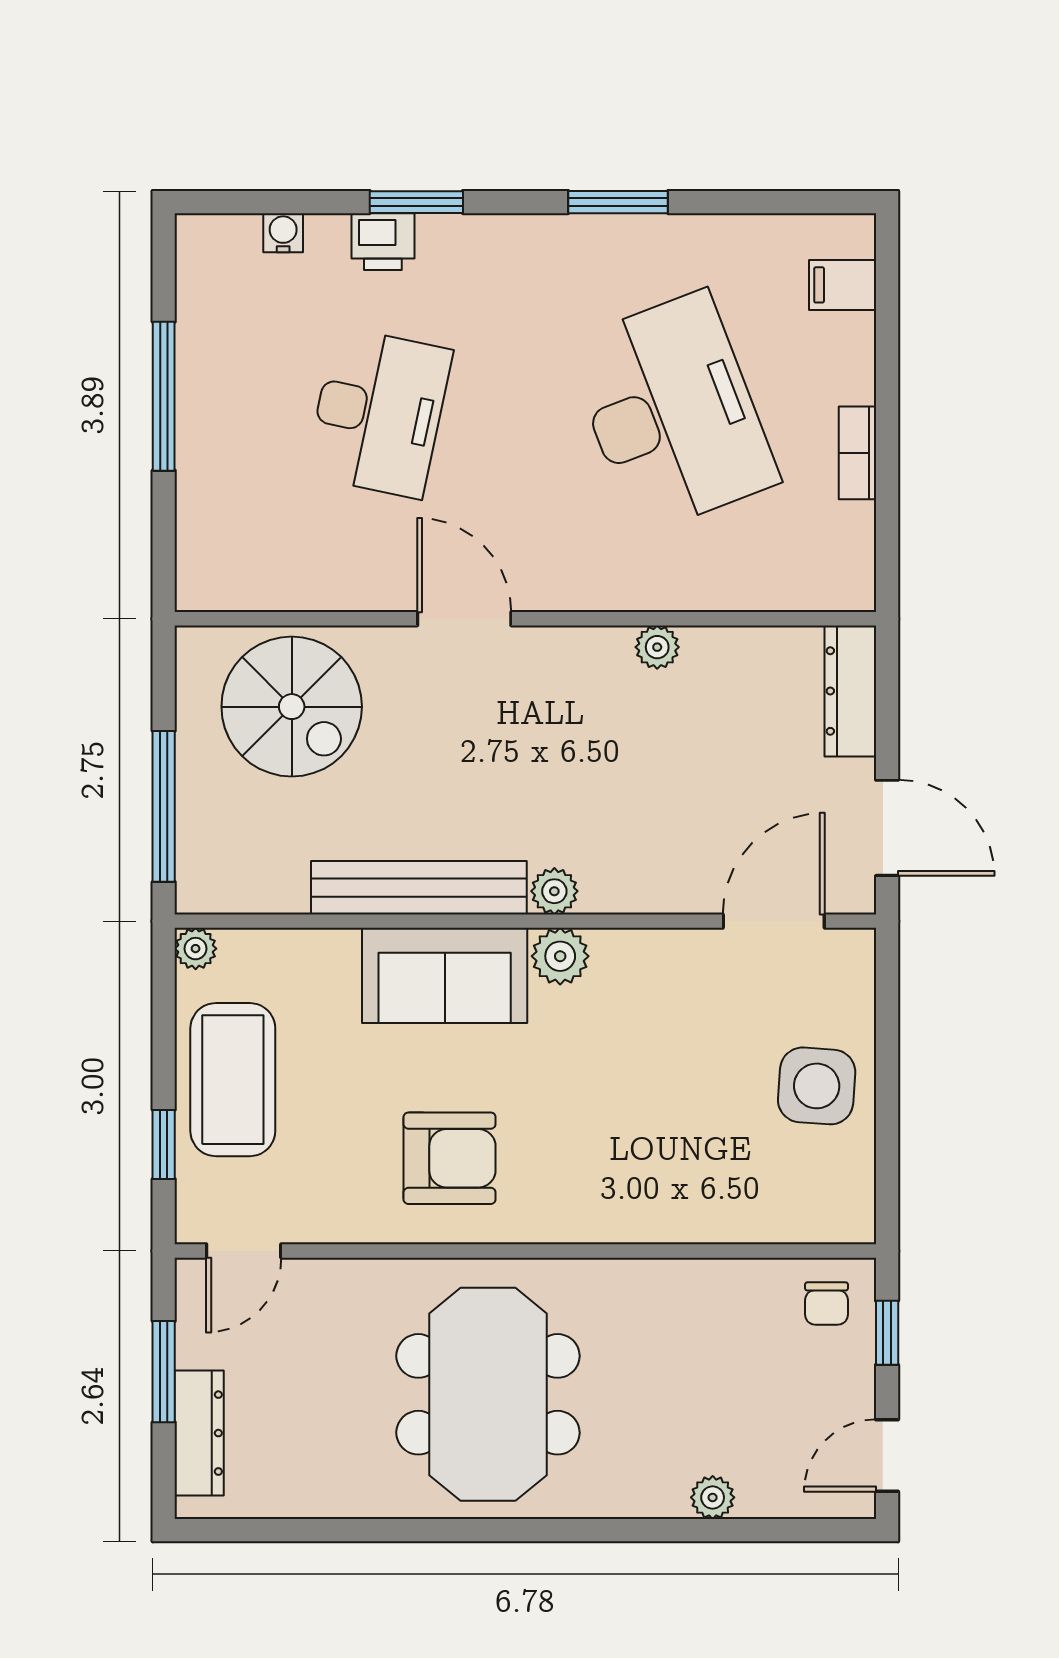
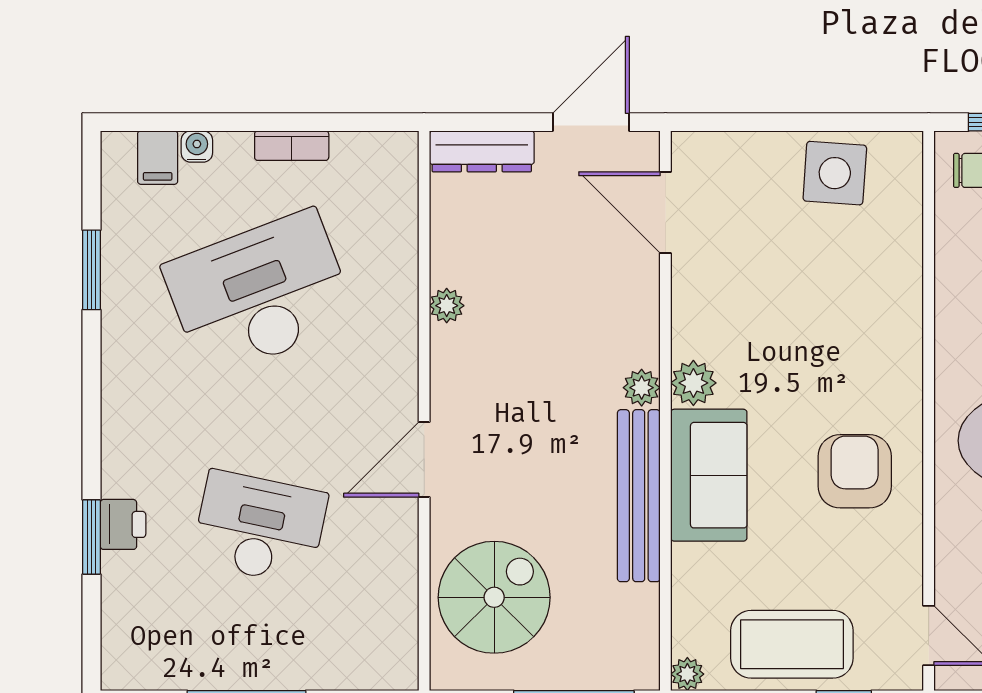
window: (416, 202) -> (92, 537), moved
window: (618, 202) -> (92, 270), moved
water cooler: (283, 233) -> (197, 146), moved, turned 90
side table: (817, 1086) -> (835, 173), moved

